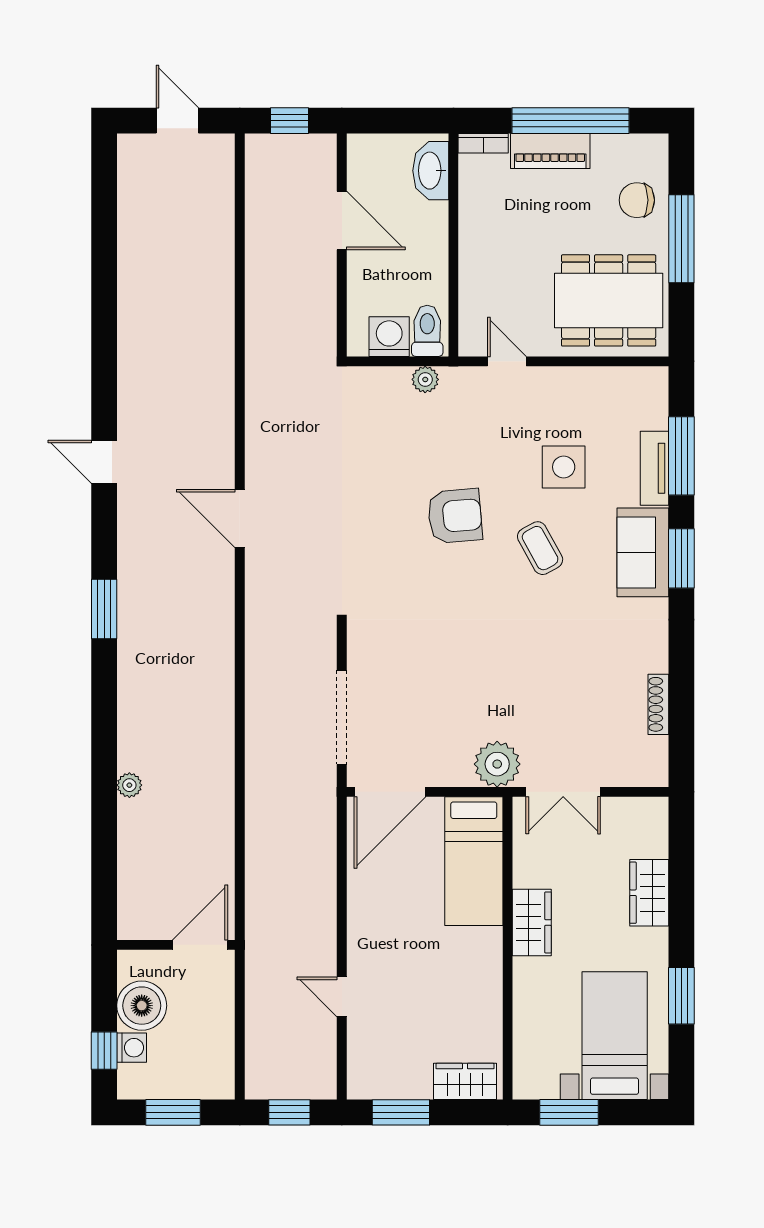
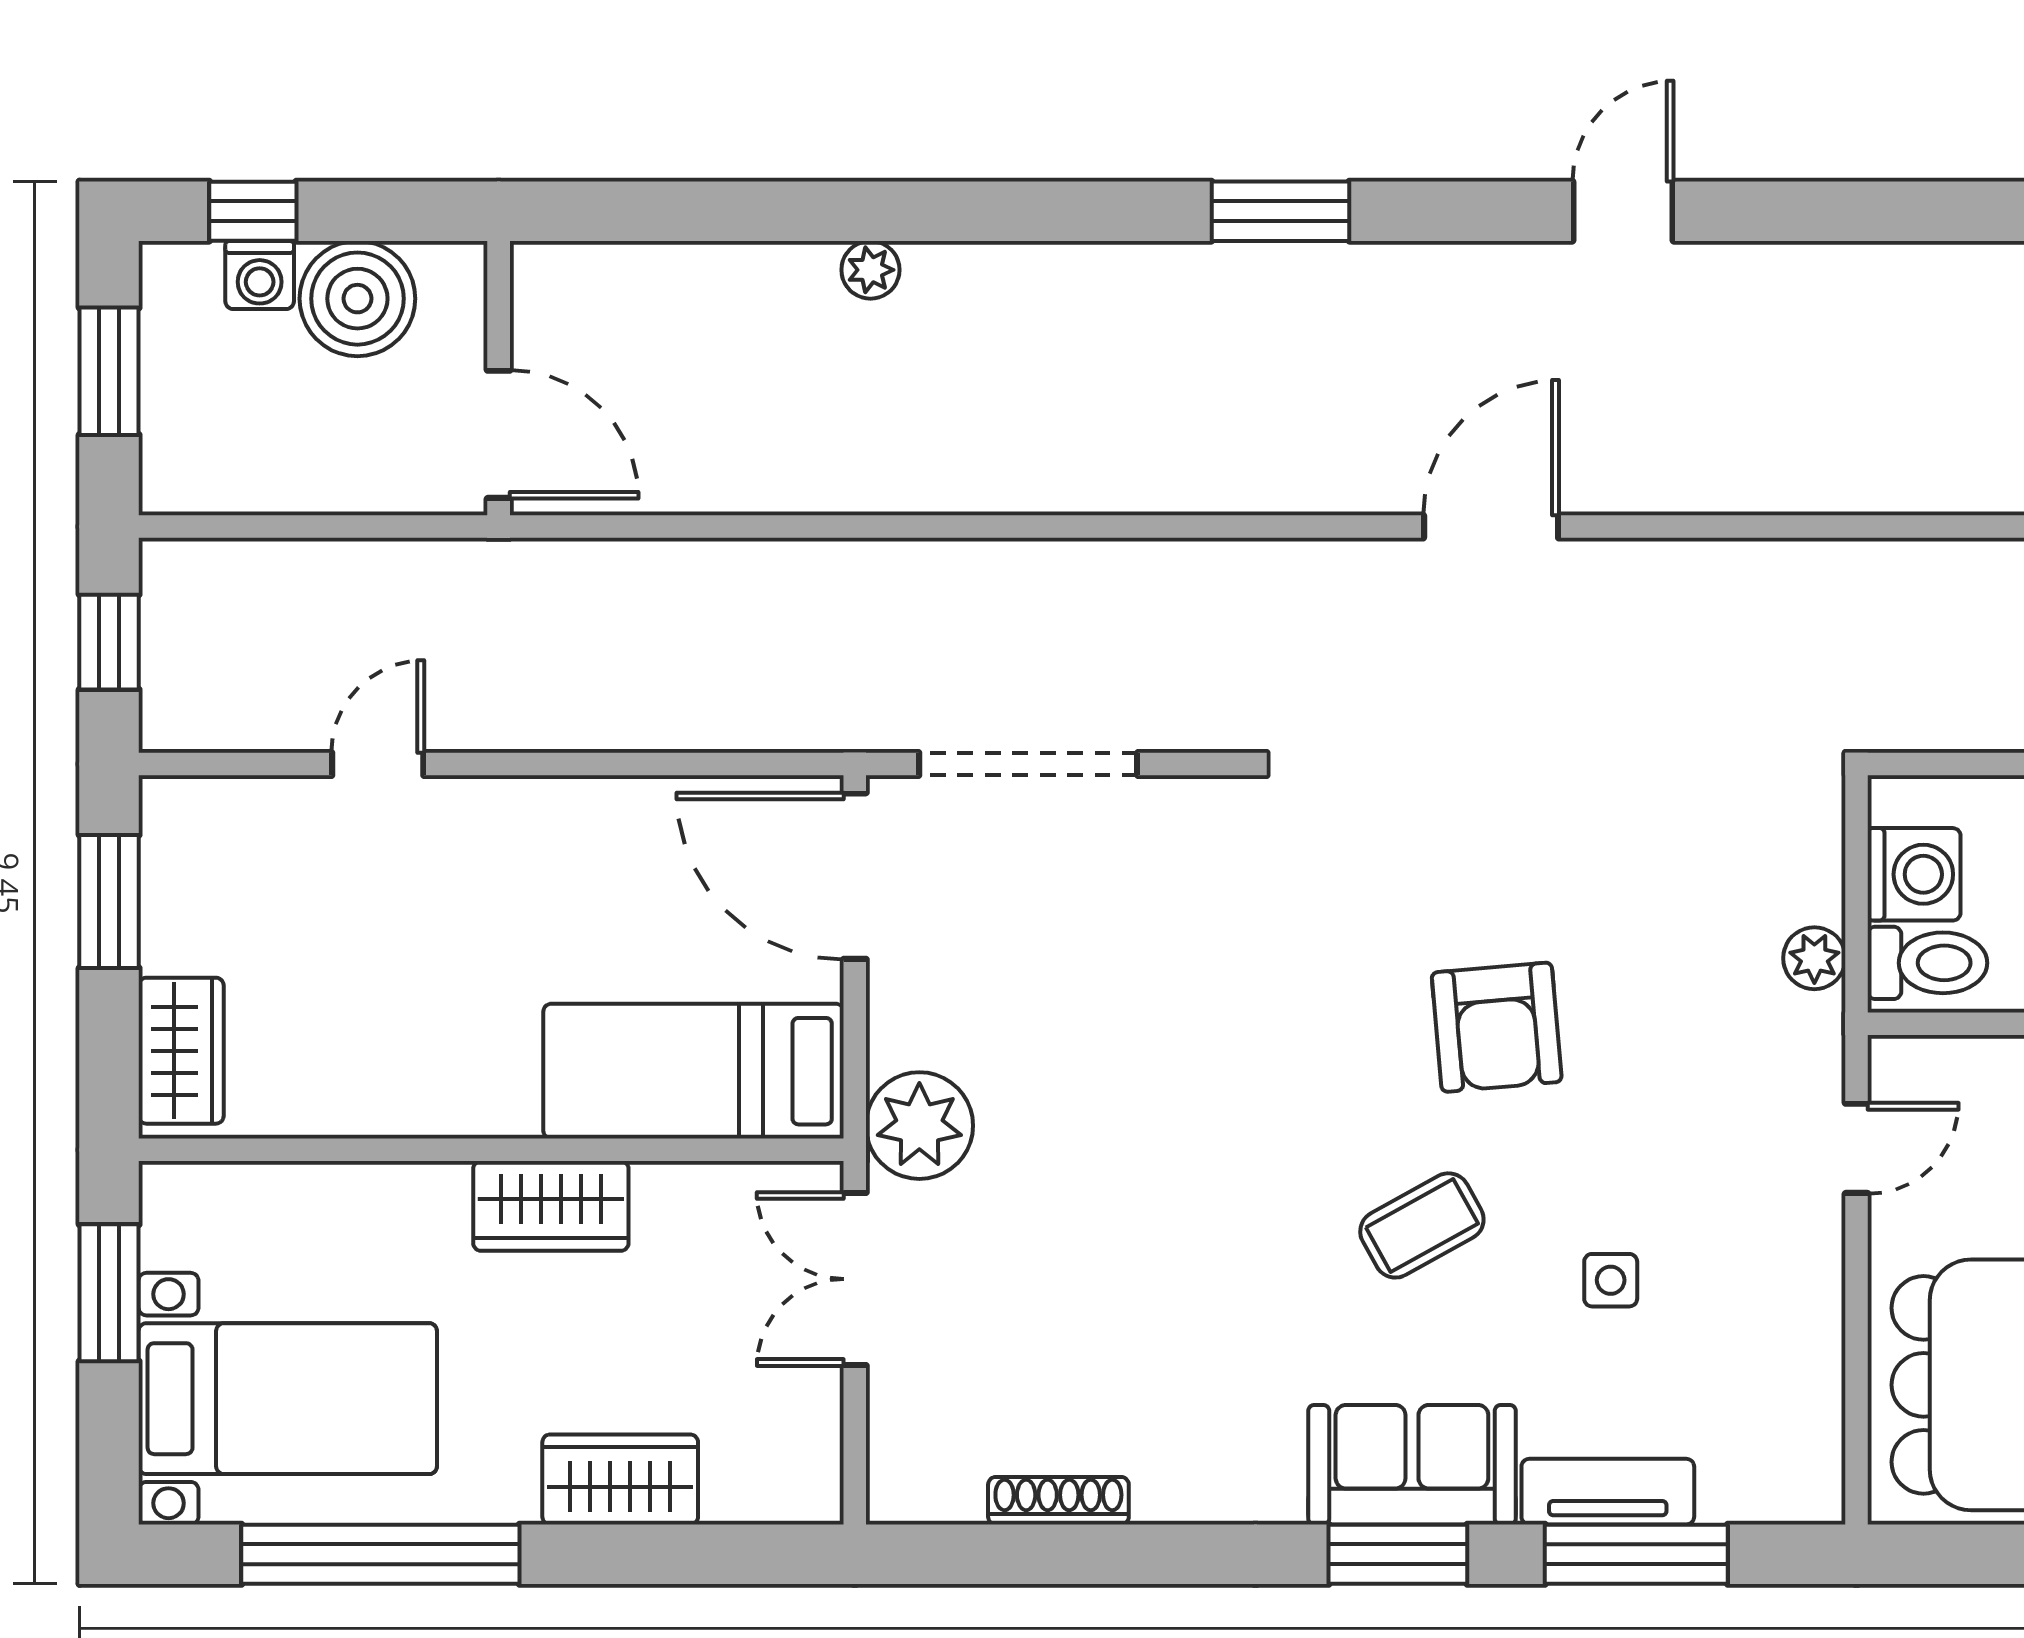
side table: (564, 467) -> (1611, 1280), width x0.54, depth x0.54
window: (681, 996) -> (380, 1554), width x2.11

